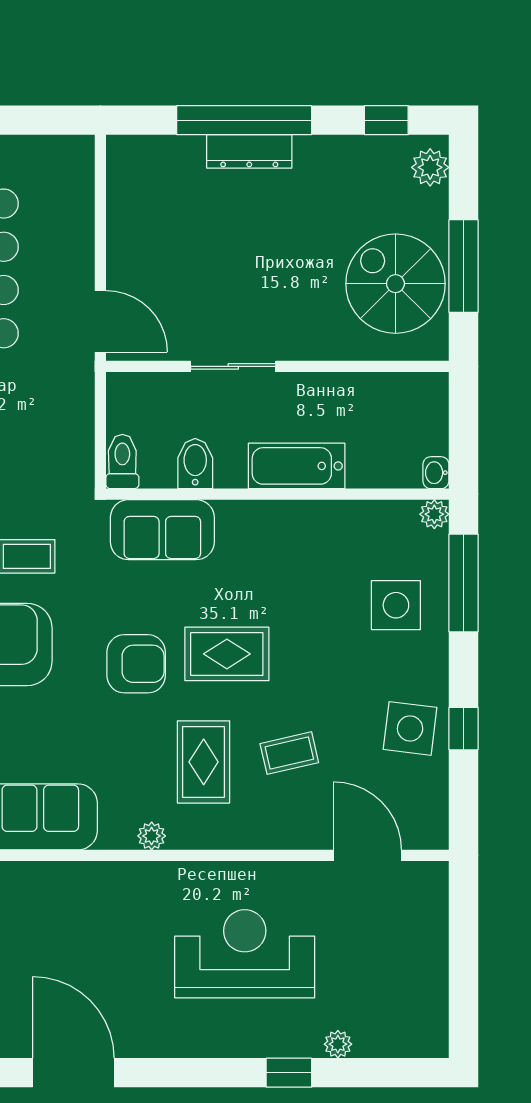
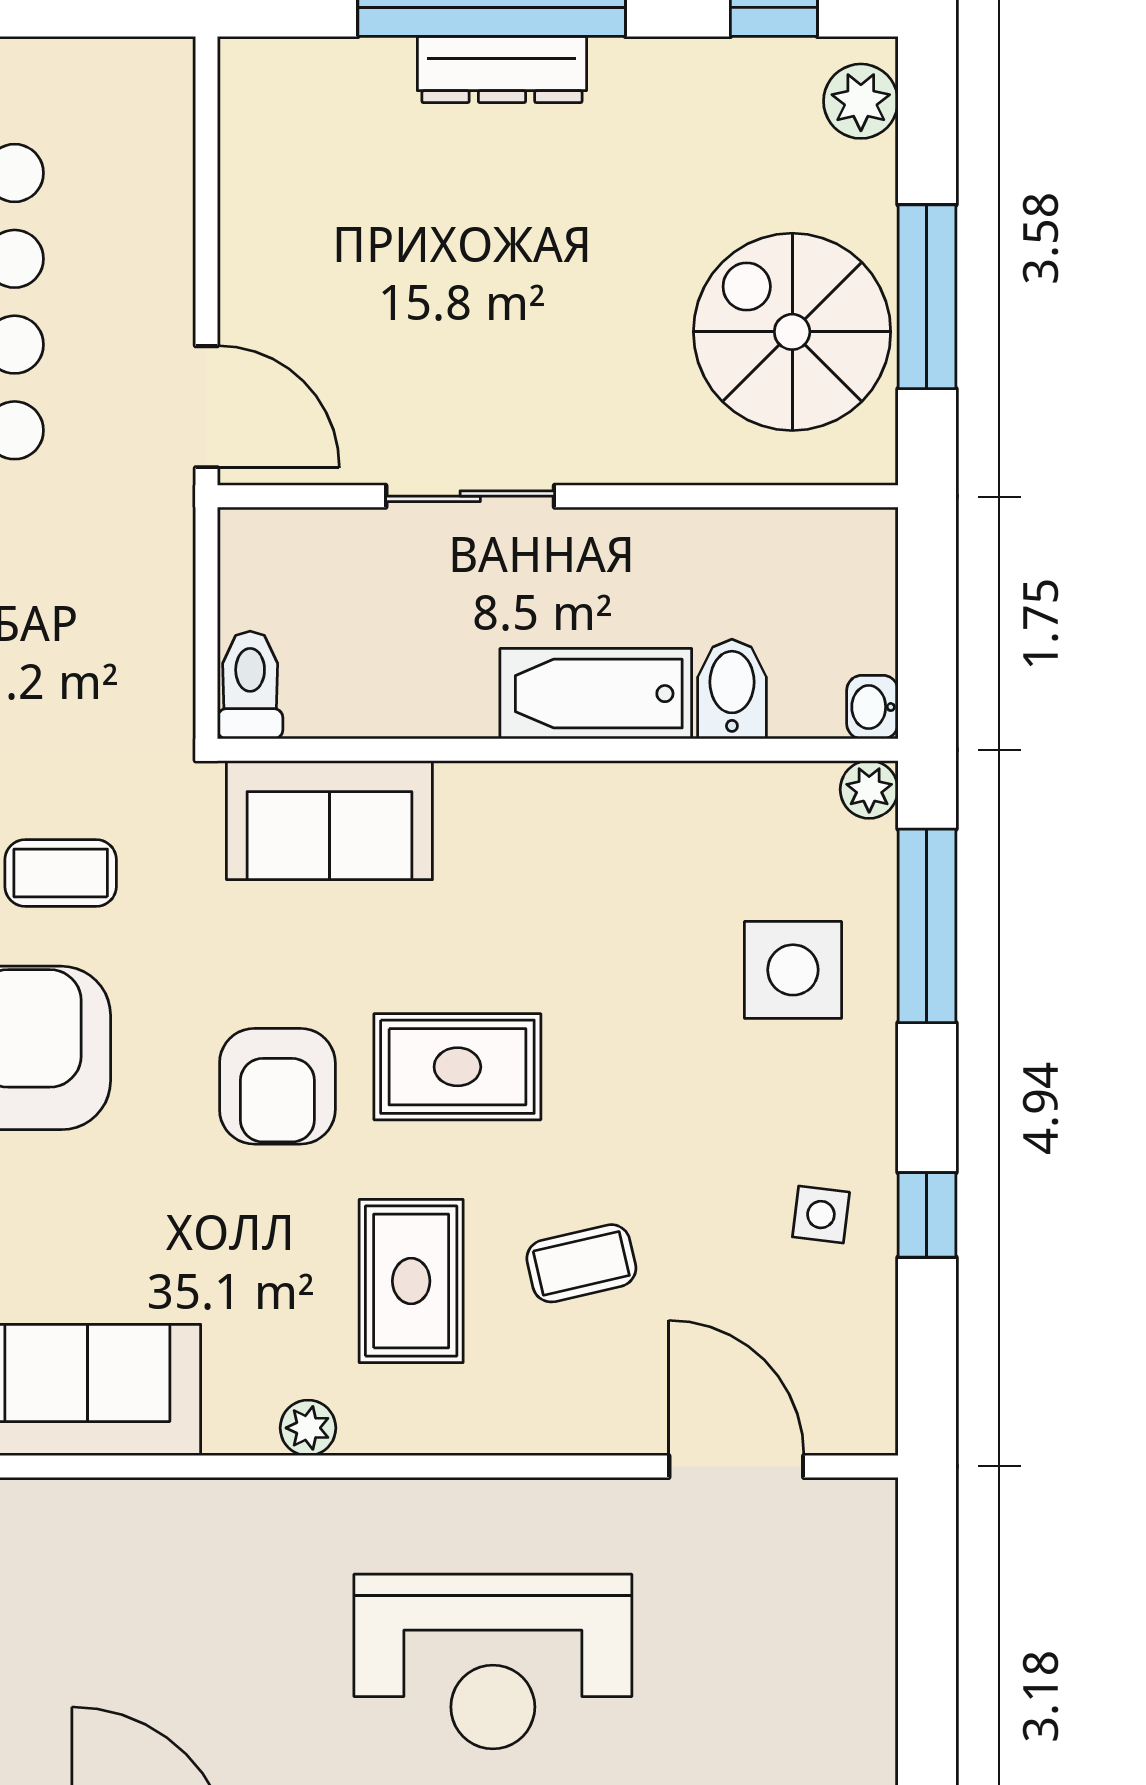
bidet: (195, 464) -> (732, 689), moved
armchair: (136, 664) -> (277, 1086), turned 90
side table: (410, 728) -> (821, 1215), width x0.54, depth x0.54
reception desk: (245, 954) -> (493, 1662), turned 180

